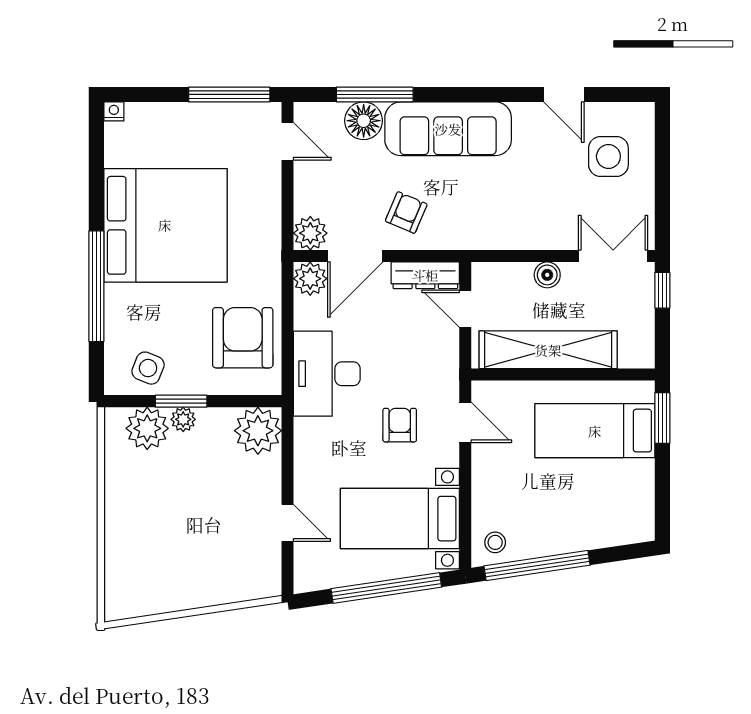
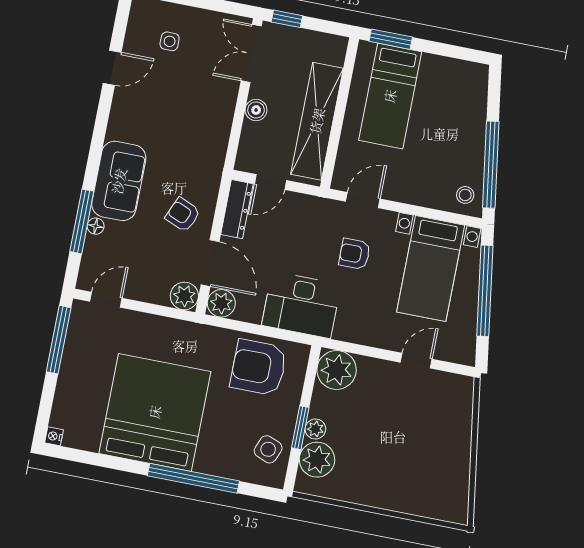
floor lamp: (364, 121) -> (96, 226), width x0.53, depth x0.53
sofa: (448, 129) -> (119, 181), width x0.73
side table: (608, 156) -> (170, 41), width x0.54, depth x0.54

